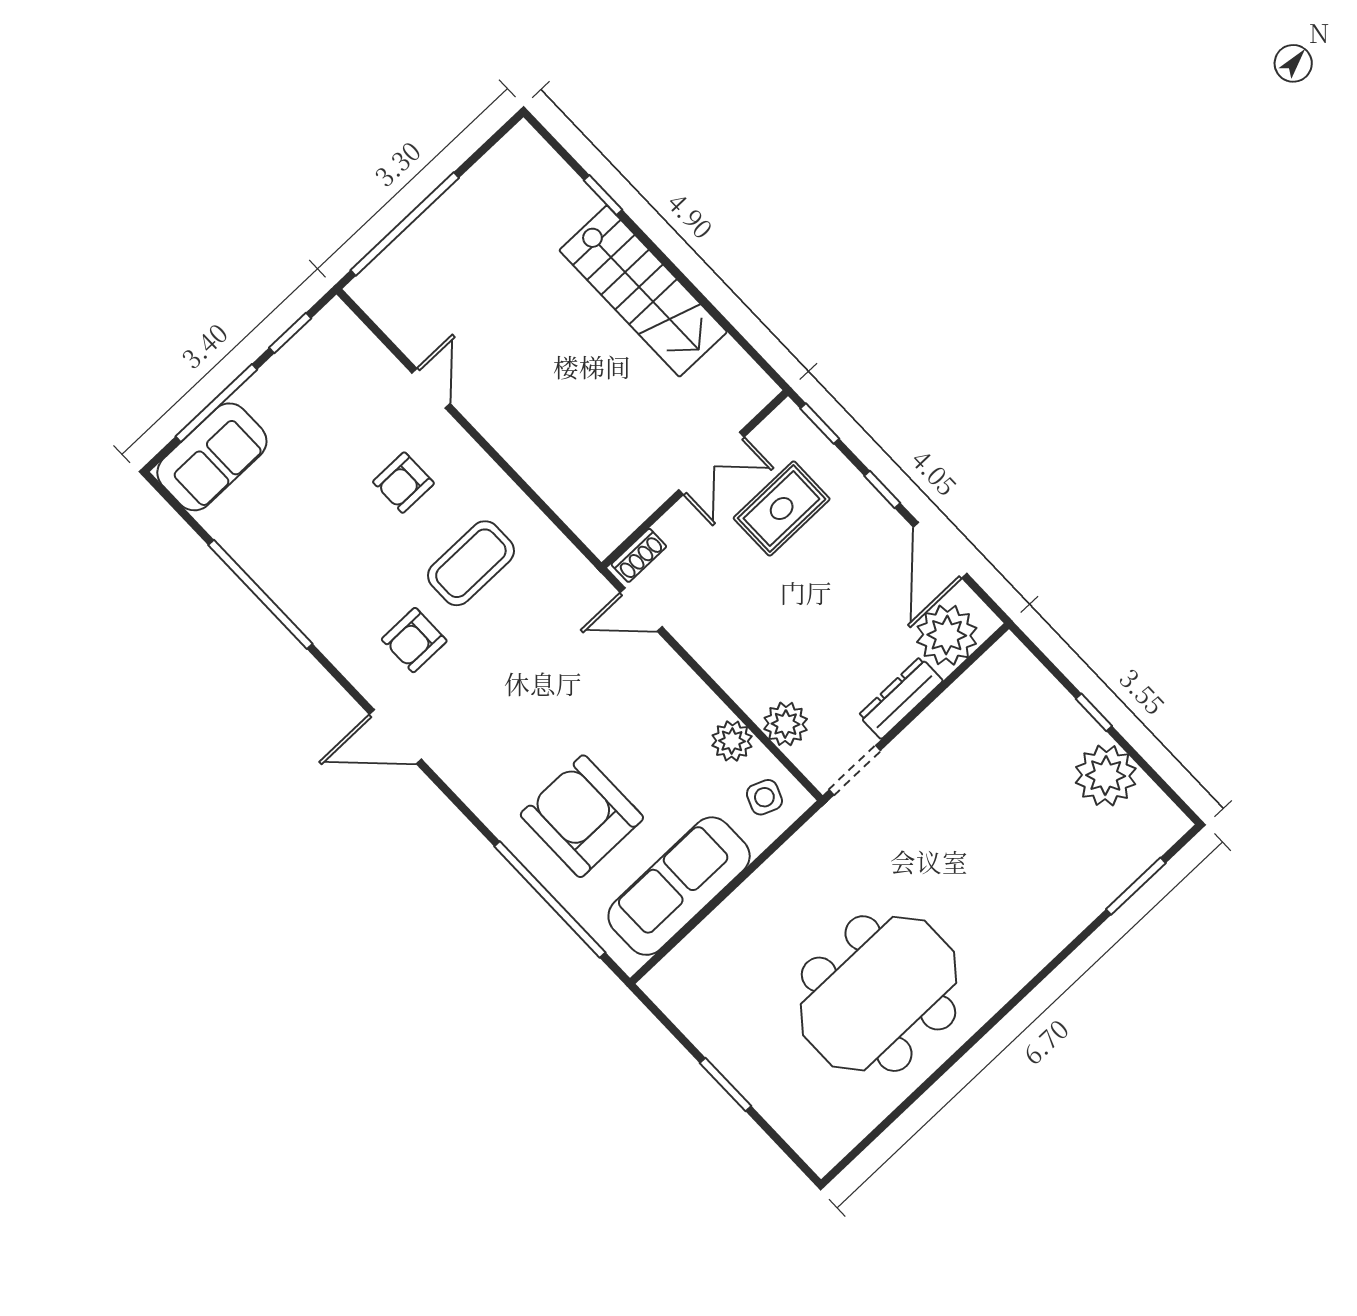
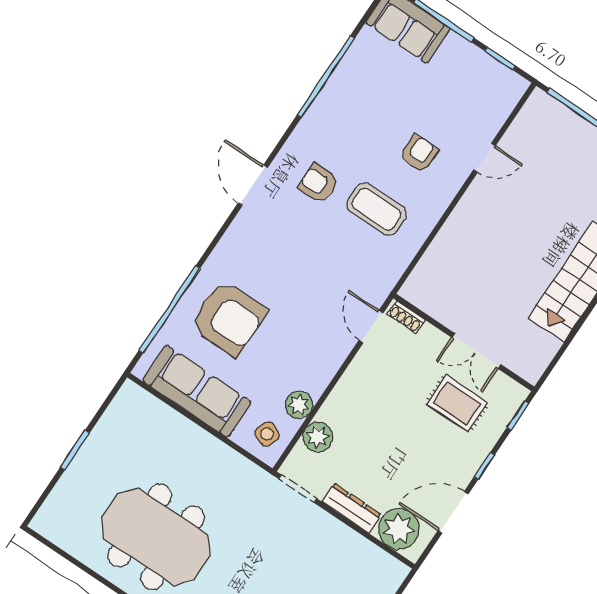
armchair: (403, 483) -> (419, 154), turned 90
armchair: (582, 816) -> (228, 318), turned 90

